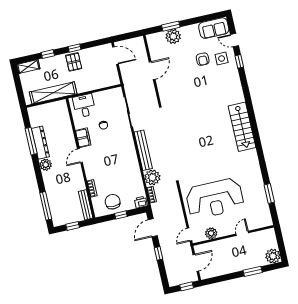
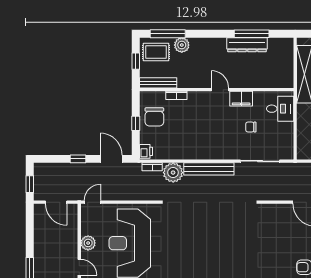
plant: (46, 165) -> (182, 45), moved
chair: (113, 202) -> (154, 117), turned 90
rug: (62, 212) -> (156, 52), added
plant: (211, 233) -> (88, 243), moved
door: (189, 235) -> (93, 202), hinge flipped

